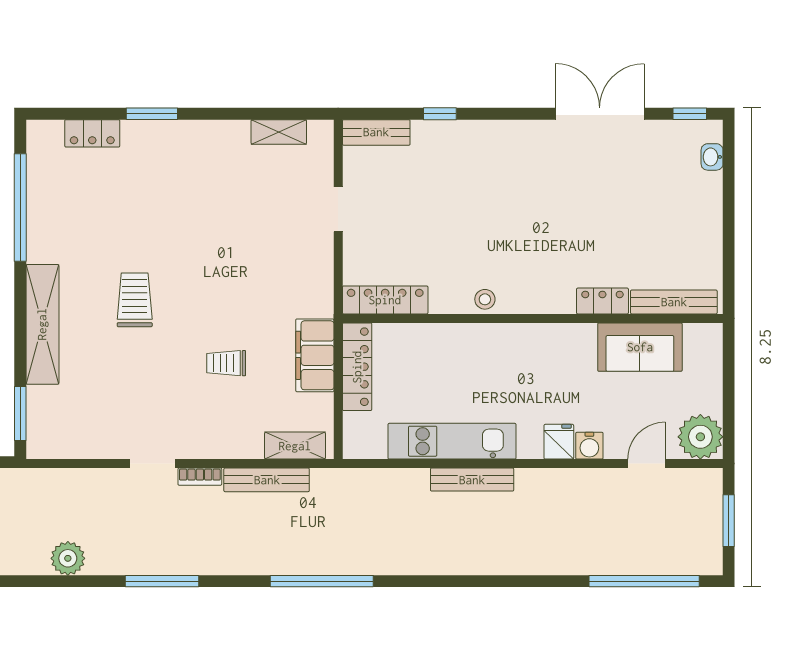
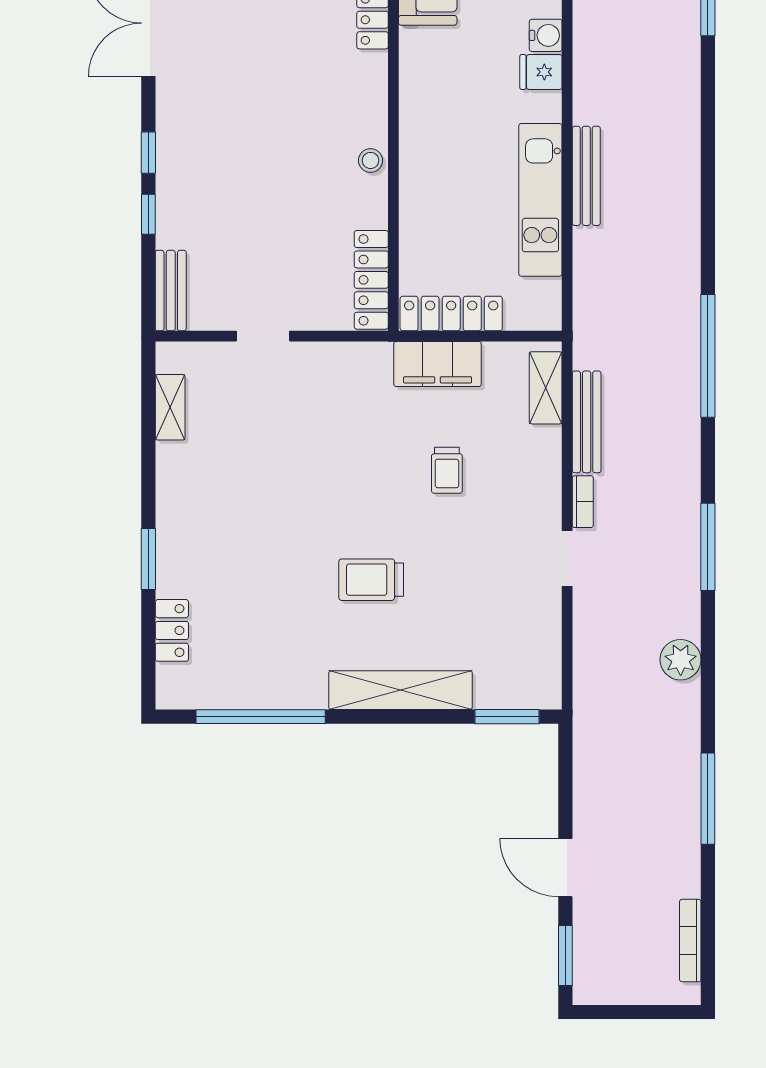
window: (491, 114) -> (148, 153), added

